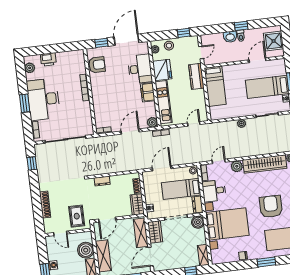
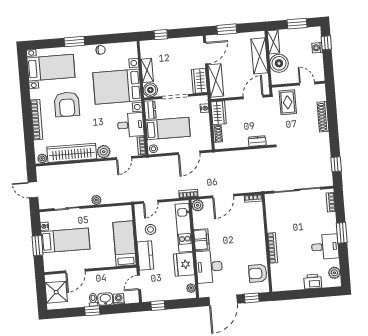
washing machine: (218, 37) -> (119, 299), added
stool: (169, 46) -> (151, 229), moved
desk: (43, 99) -> (325, 247), width x0.53, depth x0.77
shelving: (203, 255) -> (147, 70), moved

